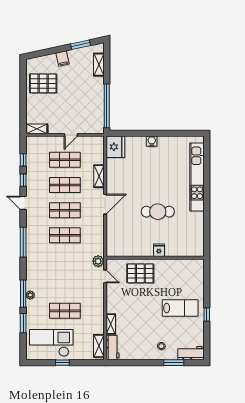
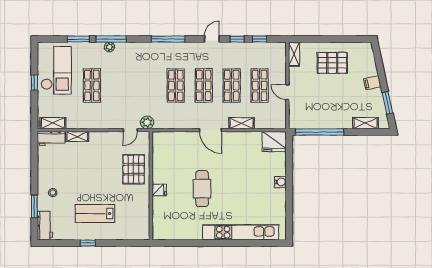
pallet: (43, 83) -> (332, 63), moved, turned 90
lab bench: (180, 308) -> (95, 214), turned 90

